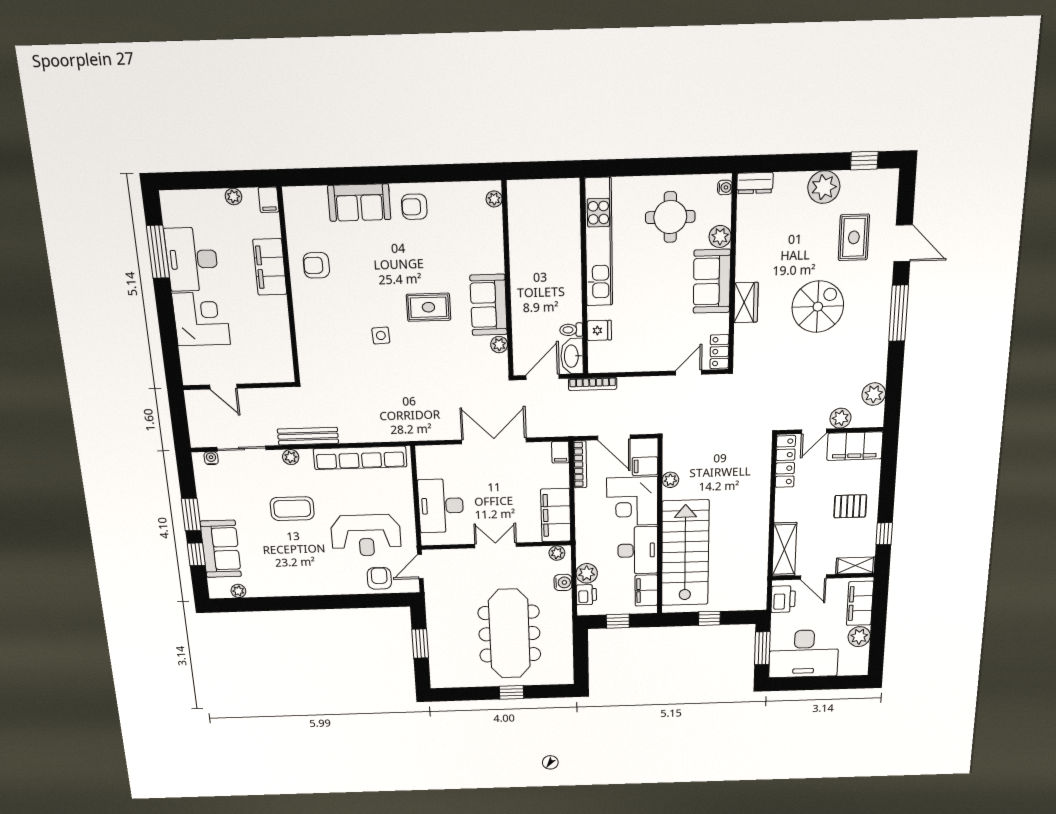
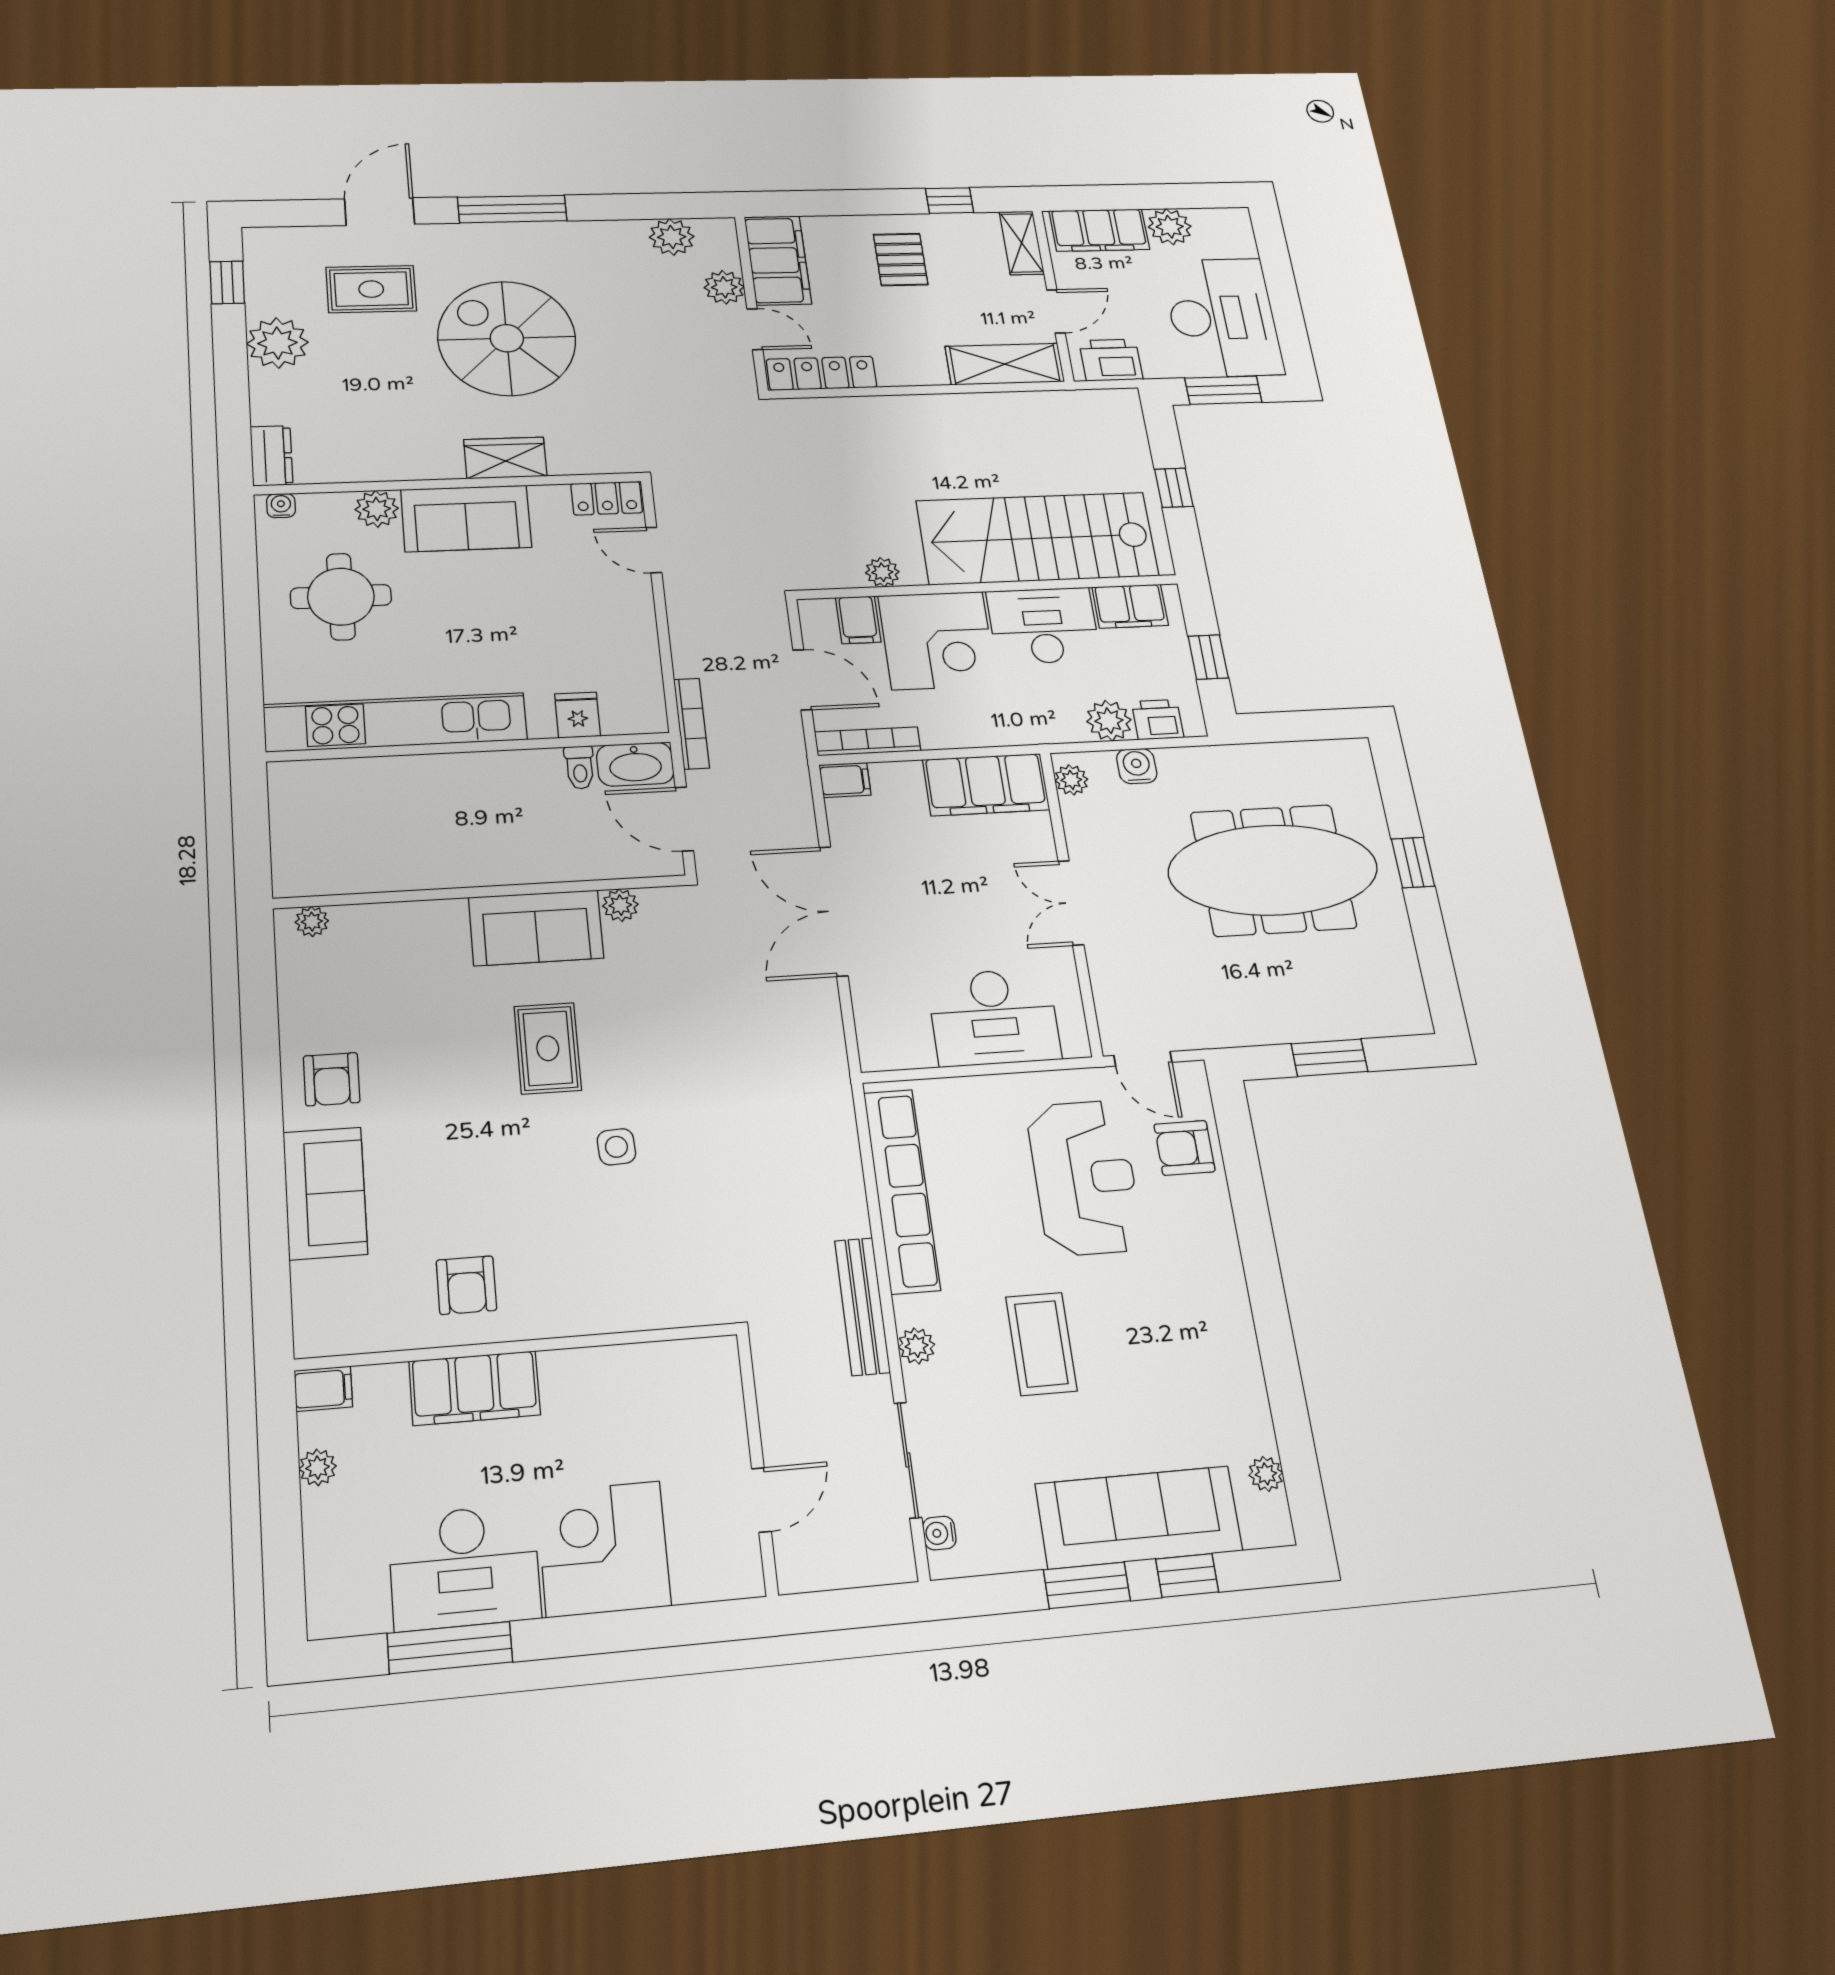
spiral stairs: (818, 307) -> (507, 338), width x1.37, depth x1.37
door: (614, 437) -> (802, 680), hinge flipped
sofa: (221, 549) -> (1139, 1517), width x1.36

